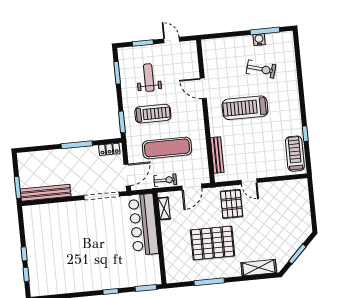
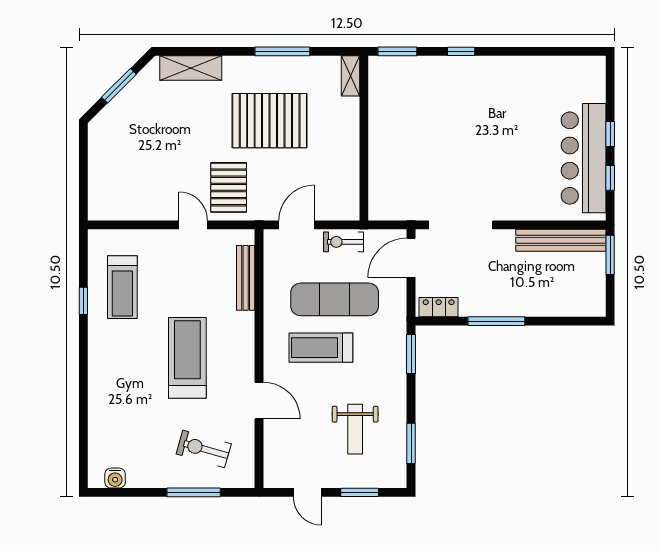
window: (265, 31) -> (194, 492), moved
water cooler: (259, 40) -> (115, 478), moved
exercise bike: (261, 69) -> (204, 449), moved
treadmill: (245, 108) -> (187, 358), turned -90
treadmill: (153, 114) -> (321, 348), moved
treadmill: (295, 154) -> (122, 287), moved
shelving: (164, 208) -> (351, 76), moved
bar counter: (143, 225) -> (584, 158), moved, turned 180
window: (26, 274) -> (610, 178), moved

